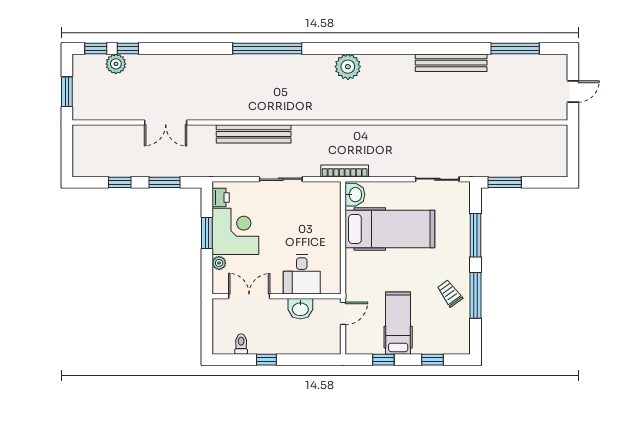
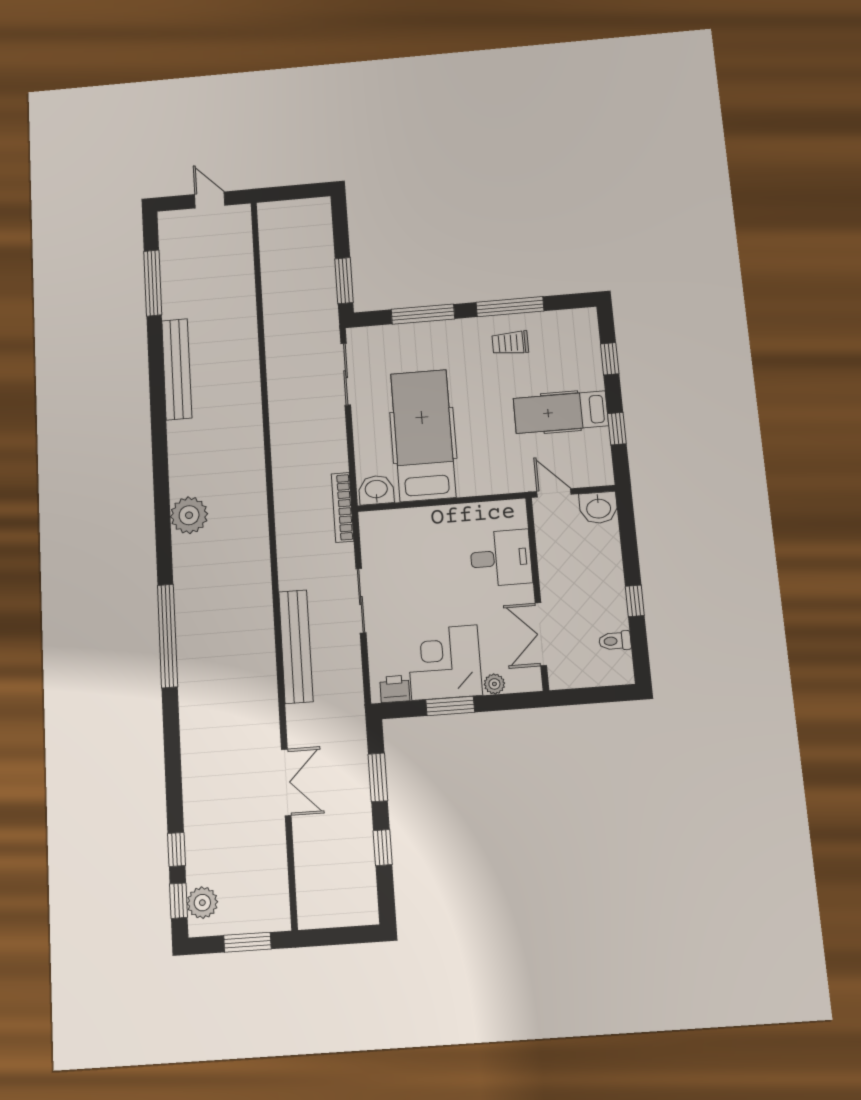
plant: (116, 64) -> (202, 903), moved
trolley: (450, 293) -> (510, 343), turned 36
washbasin: (300, 309) -> (598, 508), moved, turned 90

